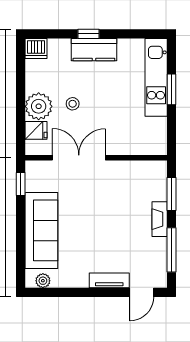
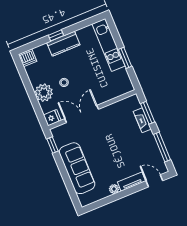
window: (172, 89) -> (125, 58), moved
fridge: (36, 130) -> (52, 118), moved
fireplace: (160, 219) -> (142, 120), moved
plant: (43, 281) -> (114, 189), moved
door: (142, 292) -> (154, 181), swing flipped

